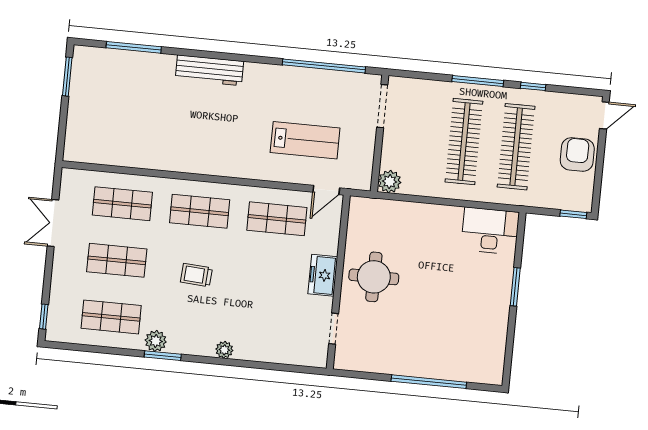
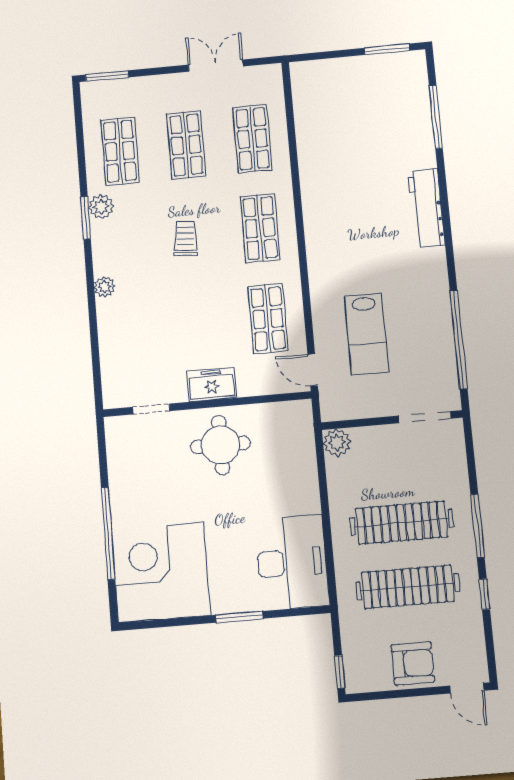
desk: (490, 231) -> (292, 562), width x1.36, depth x1.30
window: (44, 317) -> (107, 76), width x1.50
corner desk: (468, 344) -> (161, 572), added

